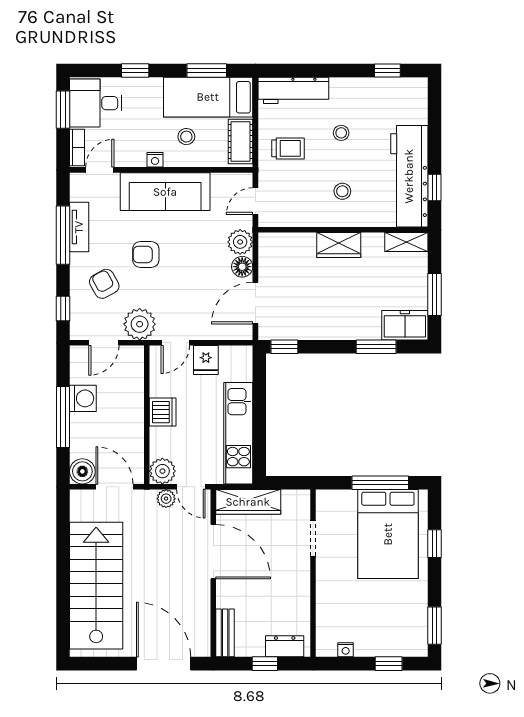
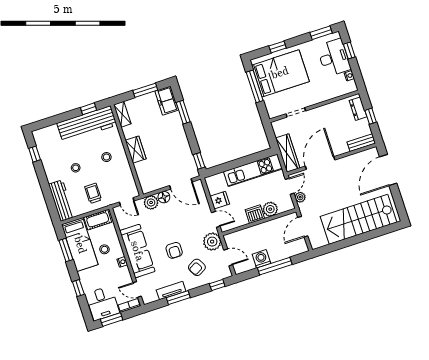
window: (63, 235) -> (178, 298), width x0.69
boiler: (82, 471) -> (300, 246), removed
plant: (162, 471) -> (270, 209), moved
desk: (385, 633) -> (334, 58), added

